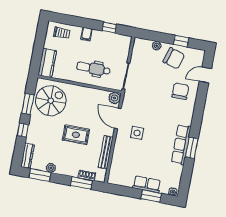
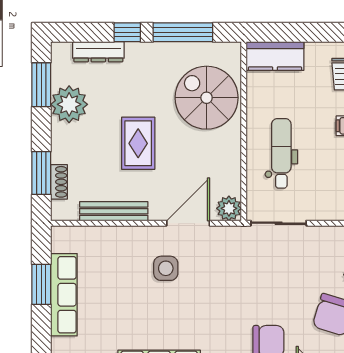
spiral stairs: (51, 101) -> (207, 98), moved, turned 180
window: (28, 104) -> (183, 32), width x1.44
dresser: (28, 156) -> (98, 52), moved
plant: (51, 168) -> (69, 104), width x1.87, depth x1.87
row of seats: (147, 184) -> (64, 295), width x1.48
window: (151, 196) -> (41, 284), moved

